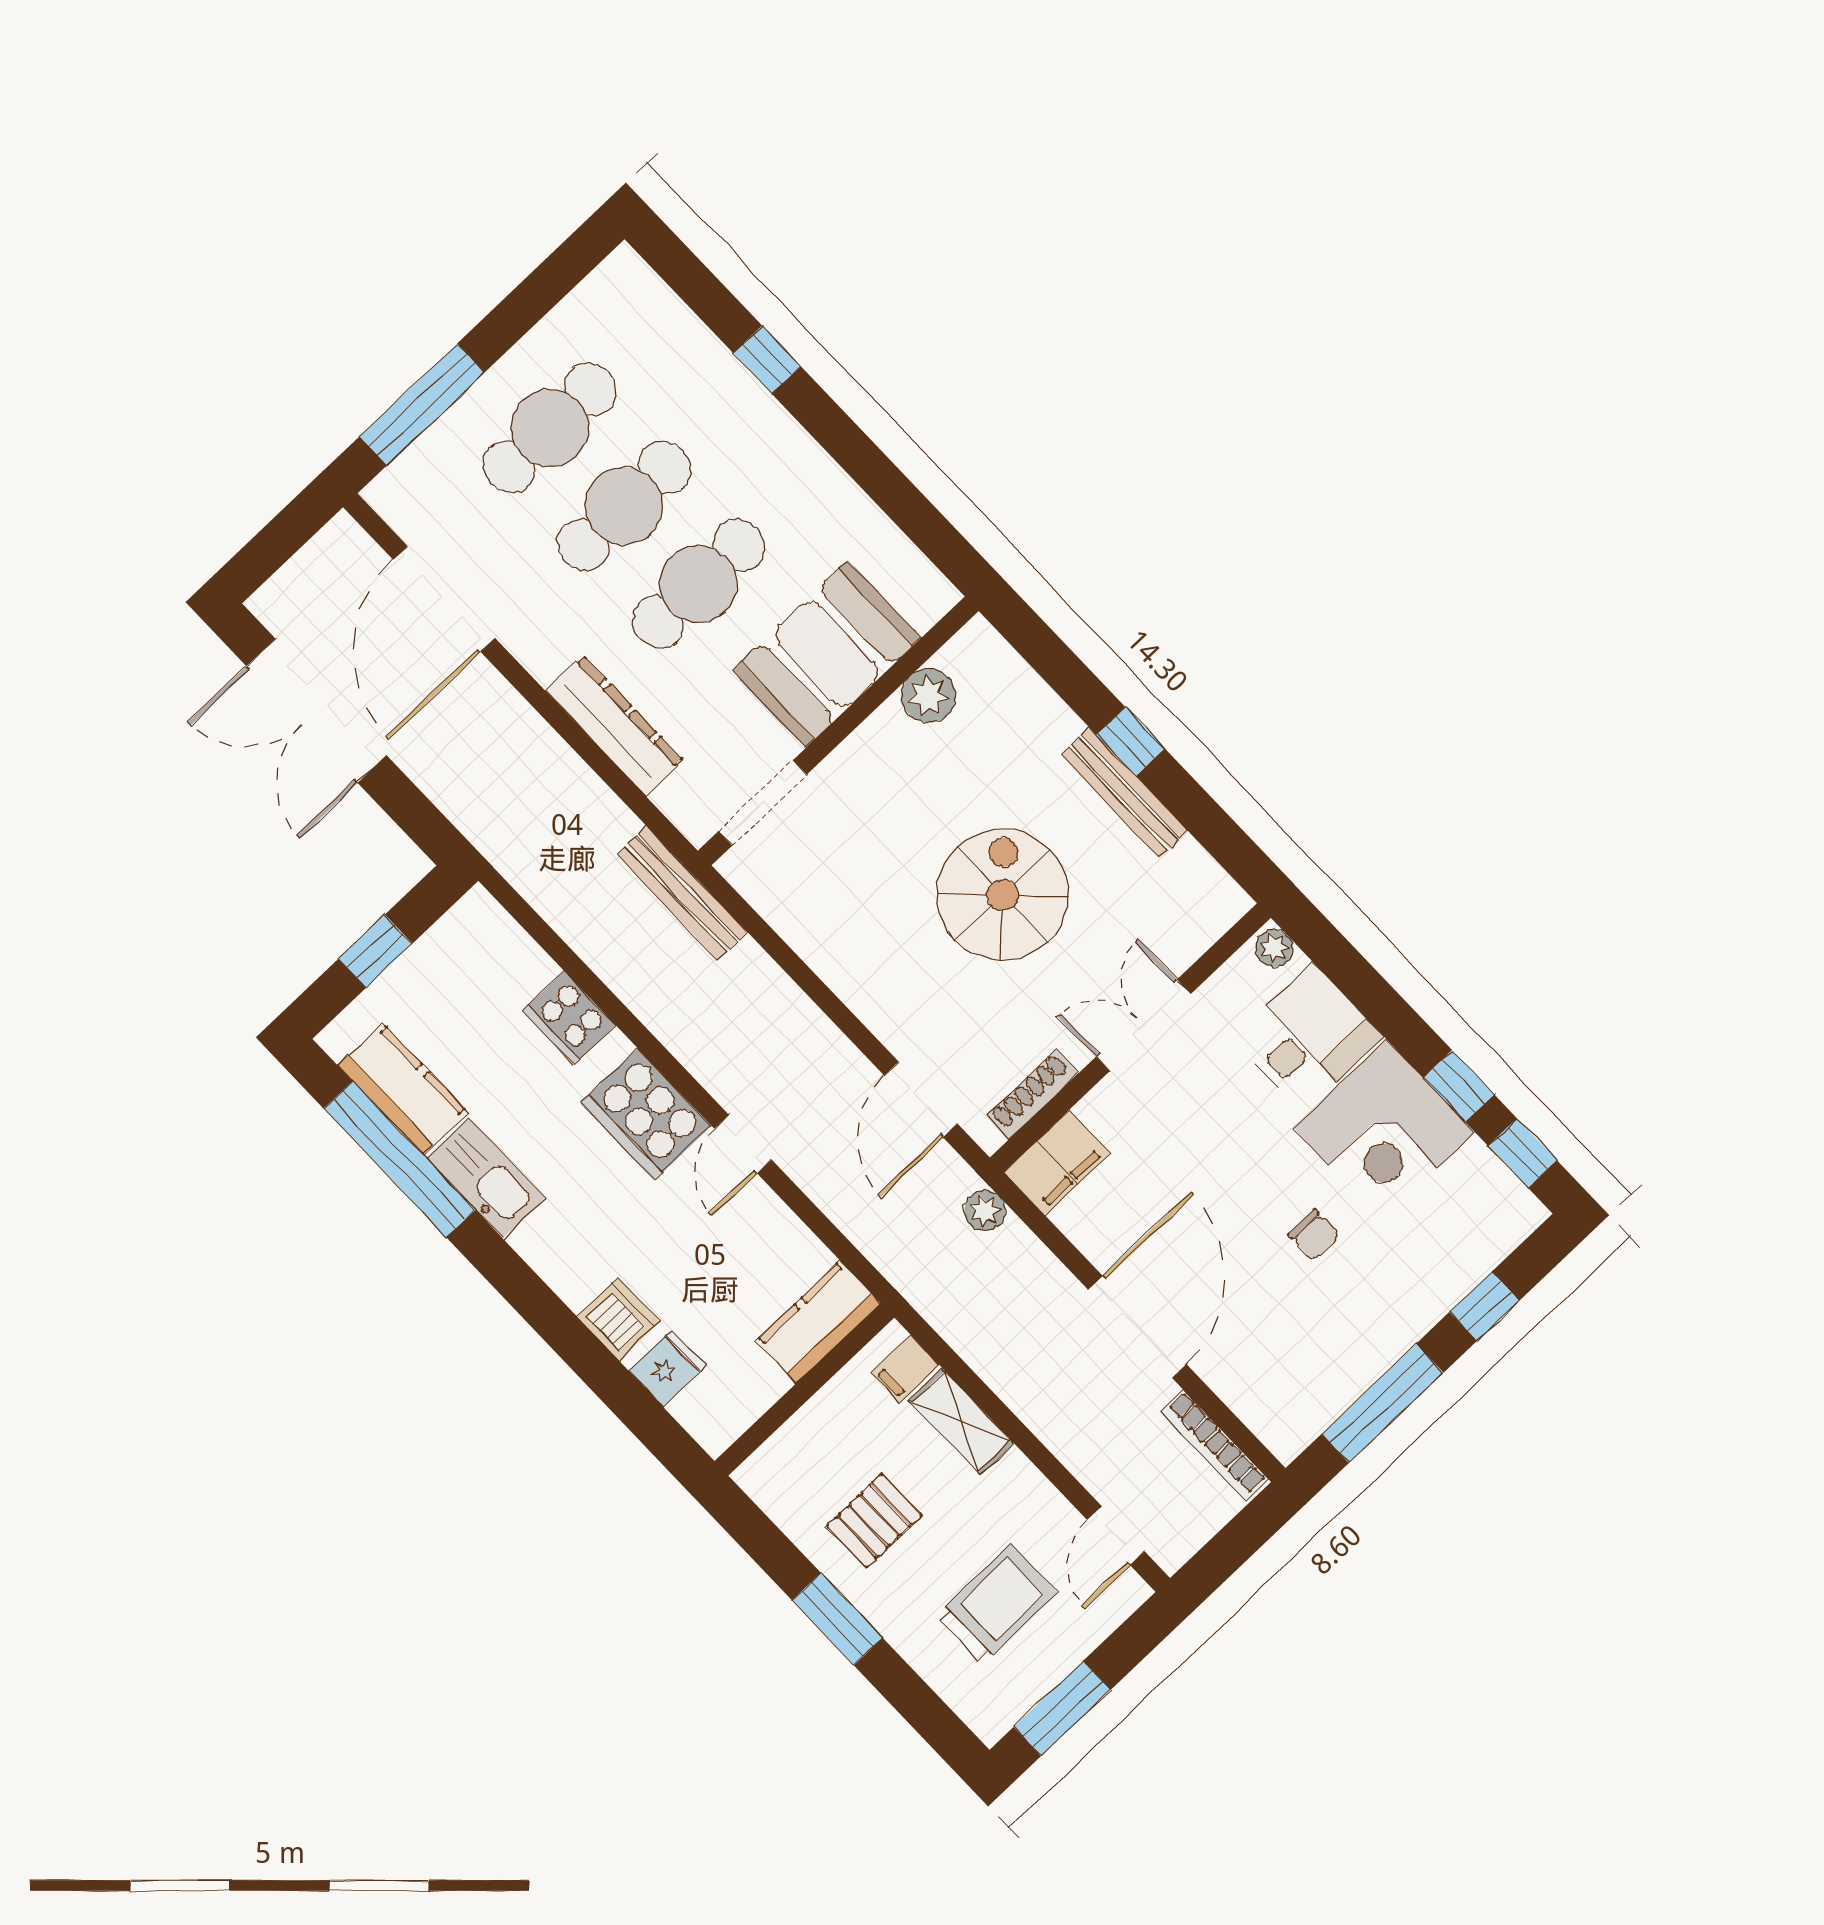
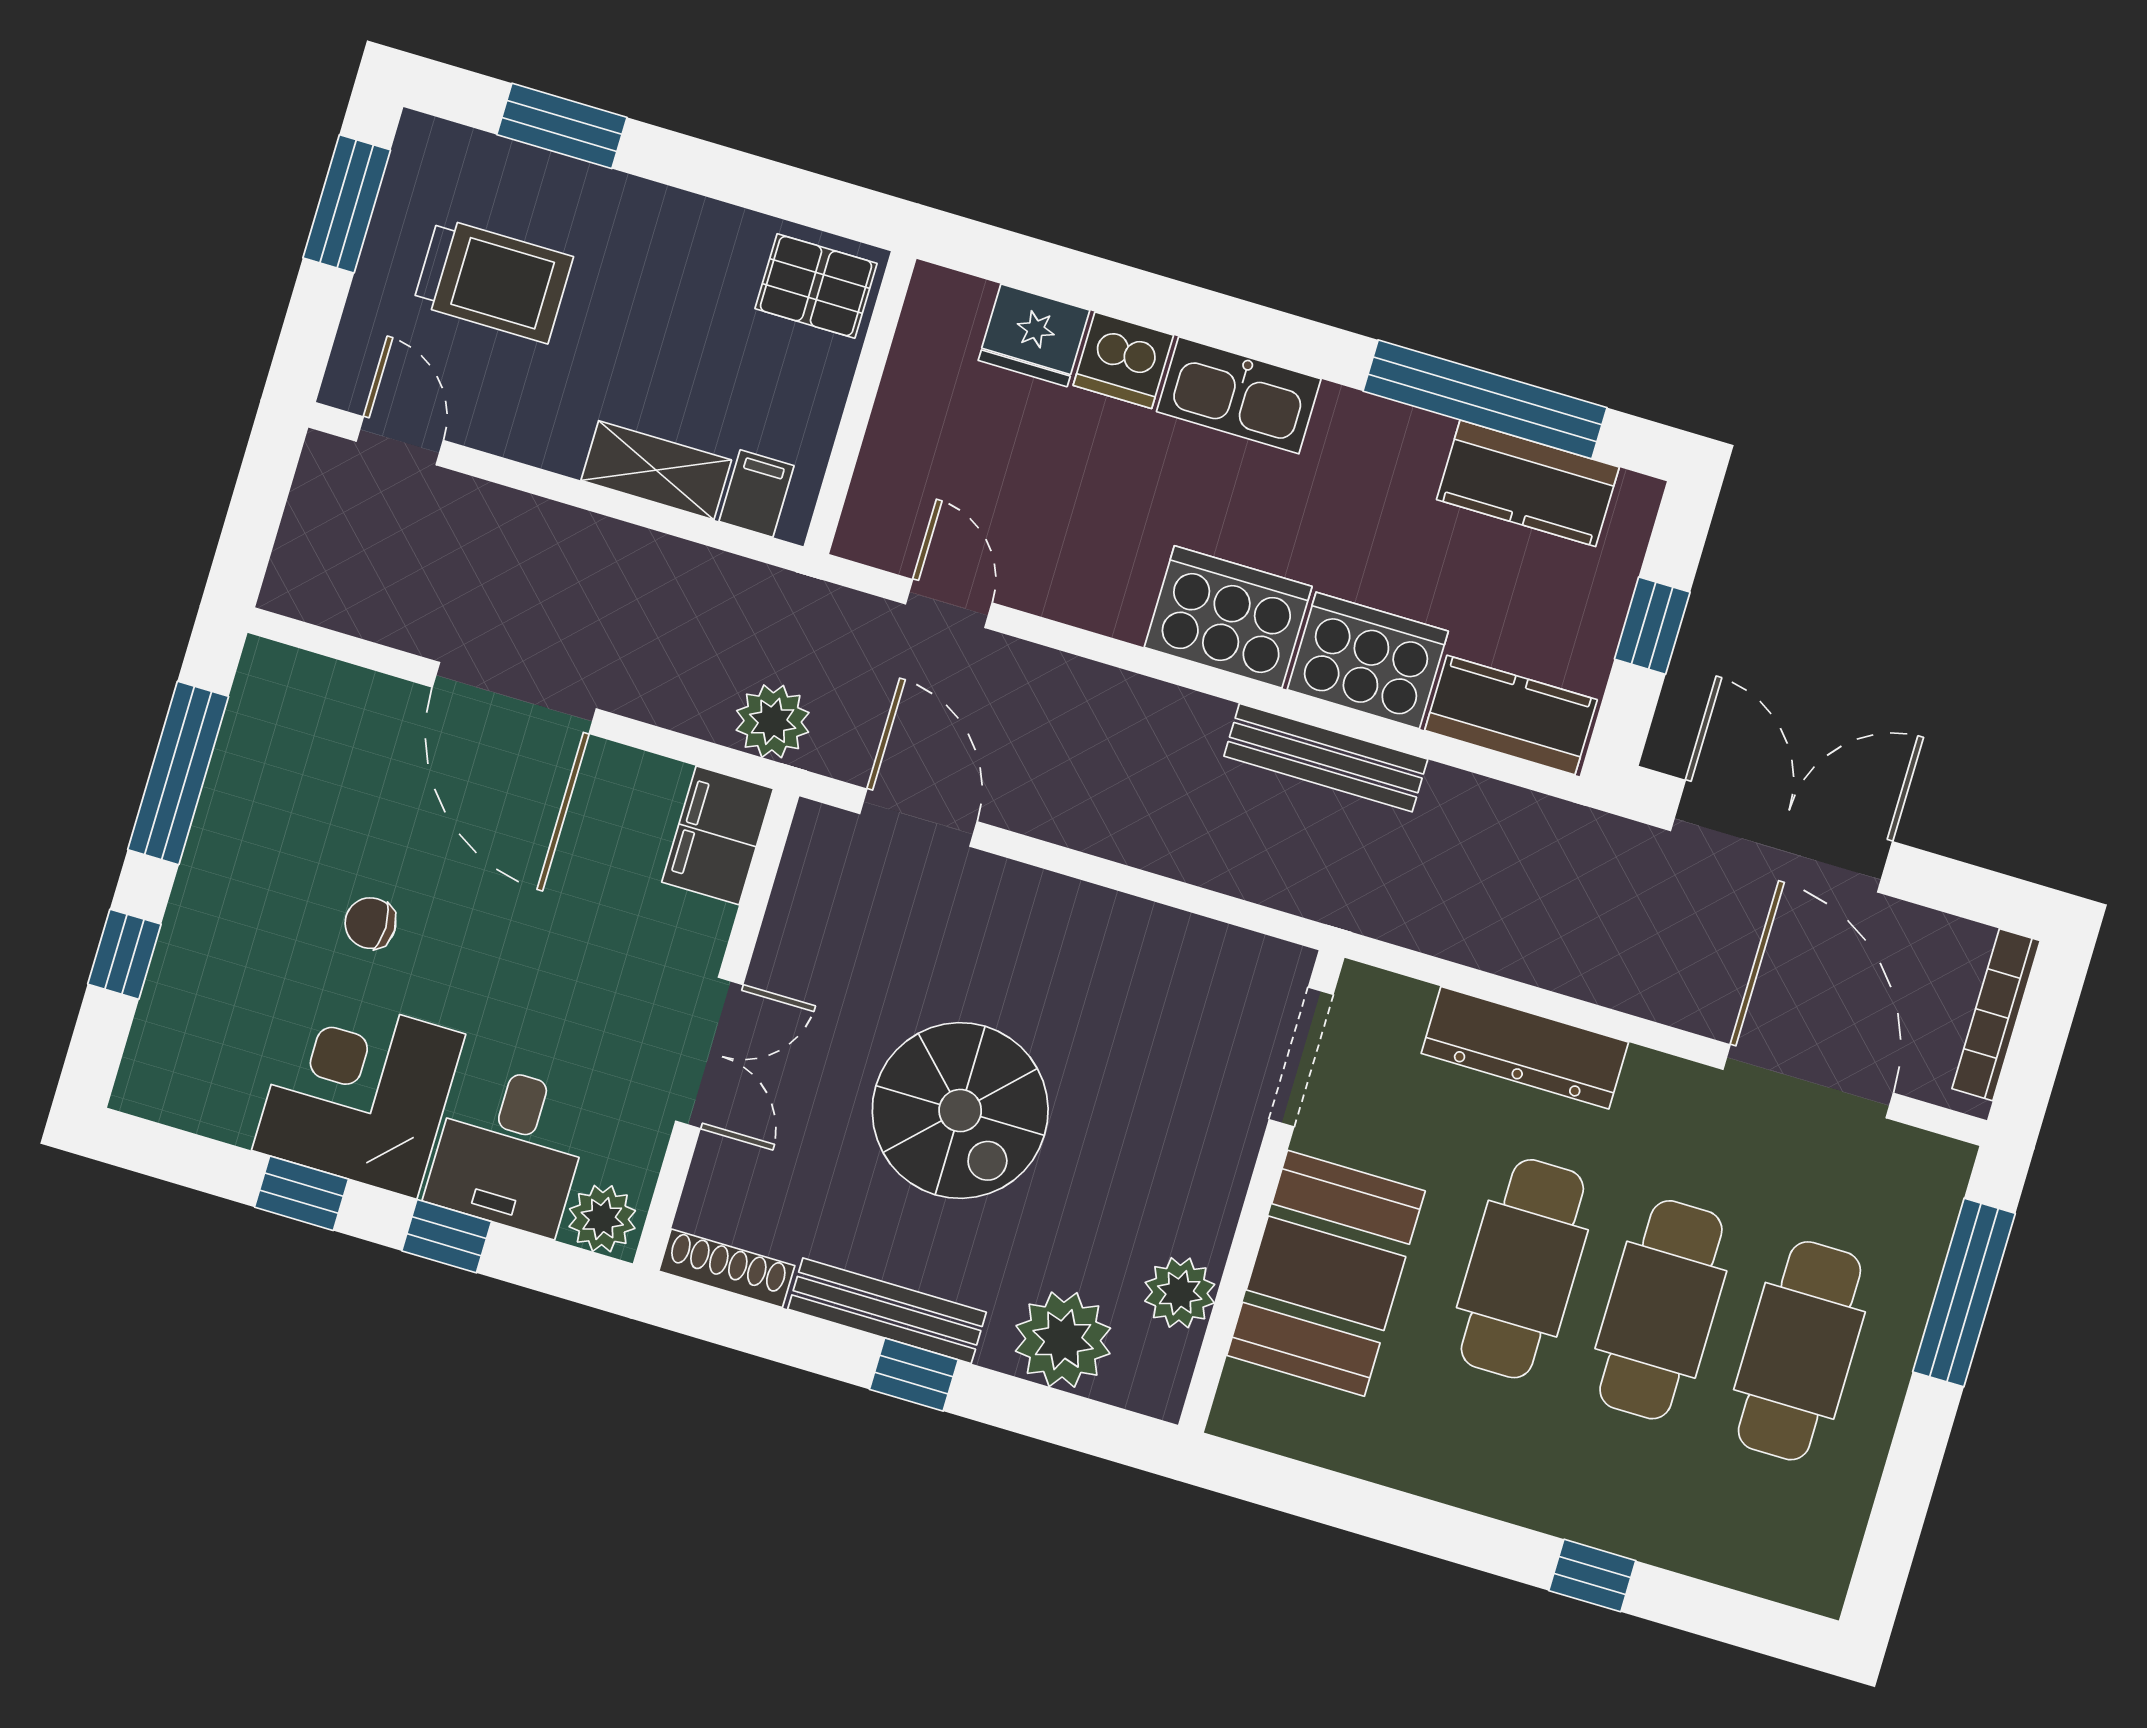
plant: (1021, 709) -> (1063, 1340), added
double door: (316, 711) -> (1782, 836), moved
bench: (682, 893) -> (1326, 758), moved
plant: (1274, 948) -> (602, 1219), width x1.38, depth x1.38
cooker: (569, 1018) -> (1368, 660), width x1.37, depth x1.31
shoe rack: (1033, 1094) -> (727, 1268), moved, turned -90
door: (743, 1144) -> (949, 603), moved
window: (1523, 1153) -> (447, 1236), moved
kitchen sink: (485, 1178) -> (1239, 395), moved
plant: (985, 1211) -> (773, 721), width x1.38, depth x1.38
kitchen counter: (818, 1322) -> (1511, 715), moved, turned -90
fridge: (667, 1368) -> (1034, 335), width x1.38
bookcase: (1214, 1445) -> (1996, 1015), moved, turned -90
pallet: (874, 1521) -> (816, 286), moved, turned 90
trolley: (996, 1605) -> (493, 280), turned -90
window: (837, 1619) -> (562, 126), moved

